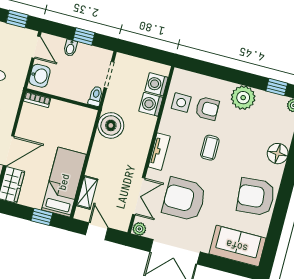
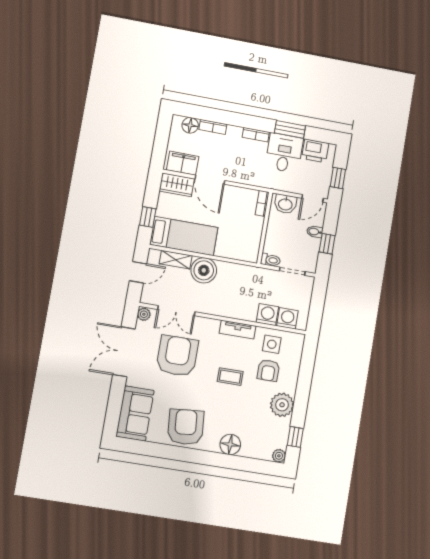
boiler: (111, 125) -> (204, 270), moved
tv unit: (159, 152) -> (238, 330), moved

